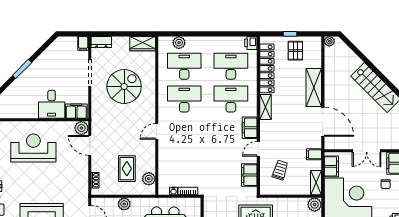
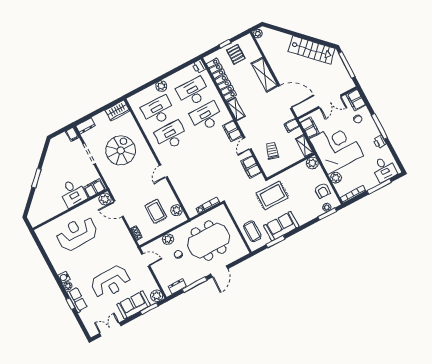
plant: (179, 43) -> (161, 86), moved

